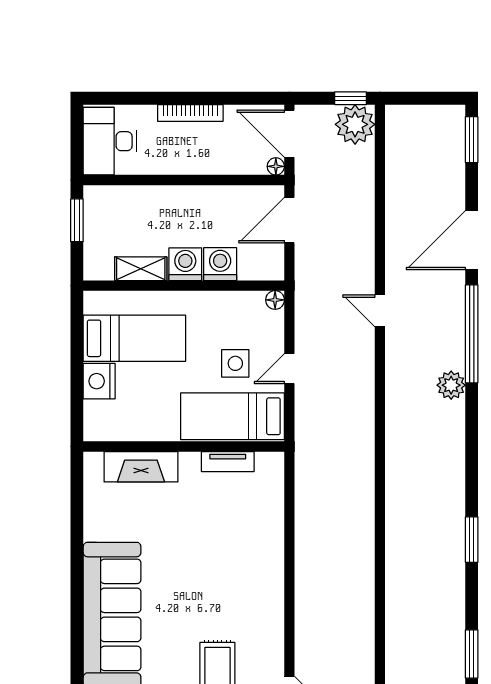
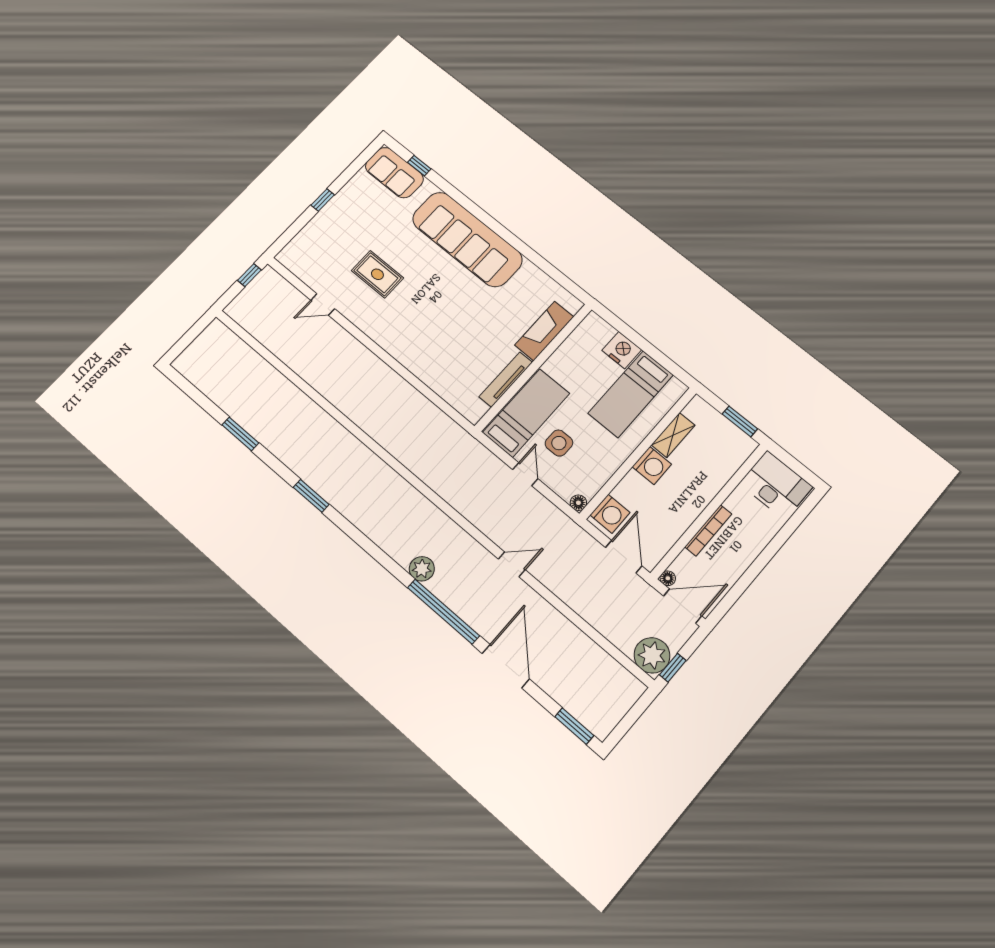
bookcase: (190, 113) -> (708, 530), moved, turned 180
washing machine: (220, 264) -> (610, 514), moved
tv unit: (228, 462) -> (506, 379), width x1.41

